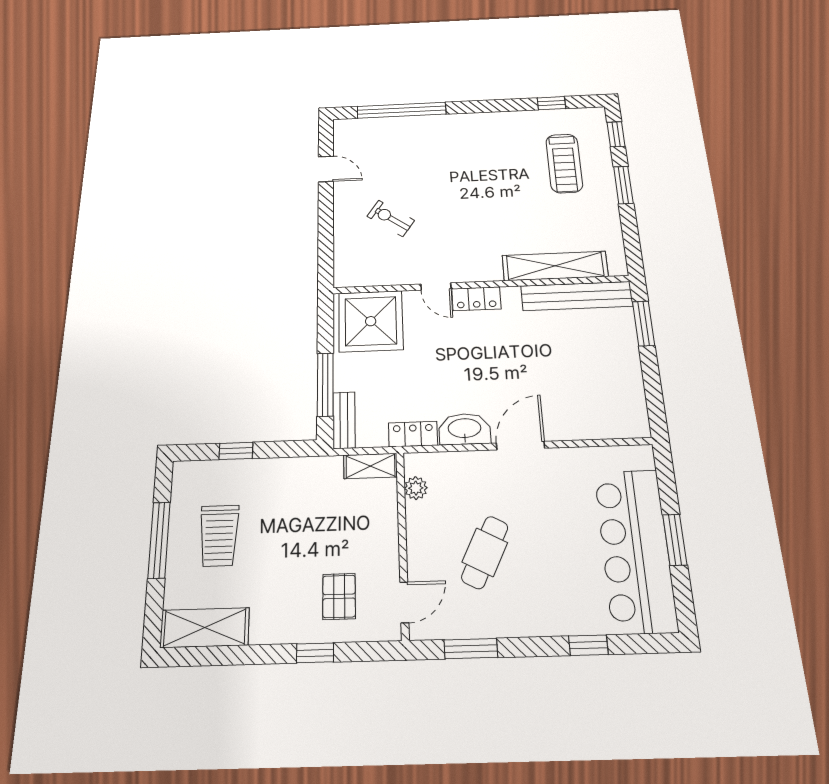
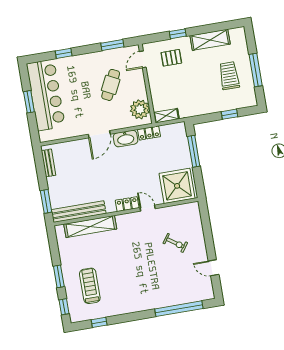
bench: (344, 420) -> (48, 163), moved
plant: (416, 488) -> (140, 109), width x1.88, depth x1.88
pallet: (339, 596) -> (171, 58), turned 90
shelving: (205, 628) -> (210, 40), moved

